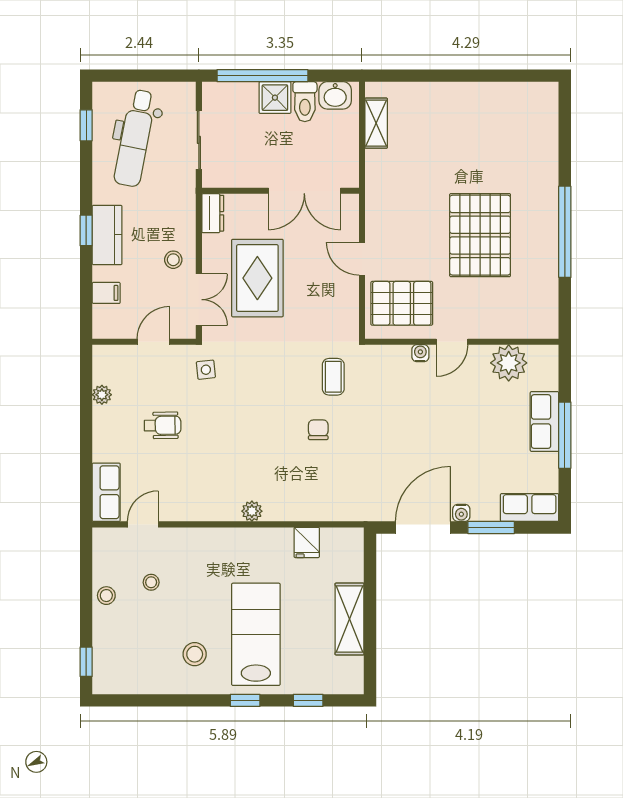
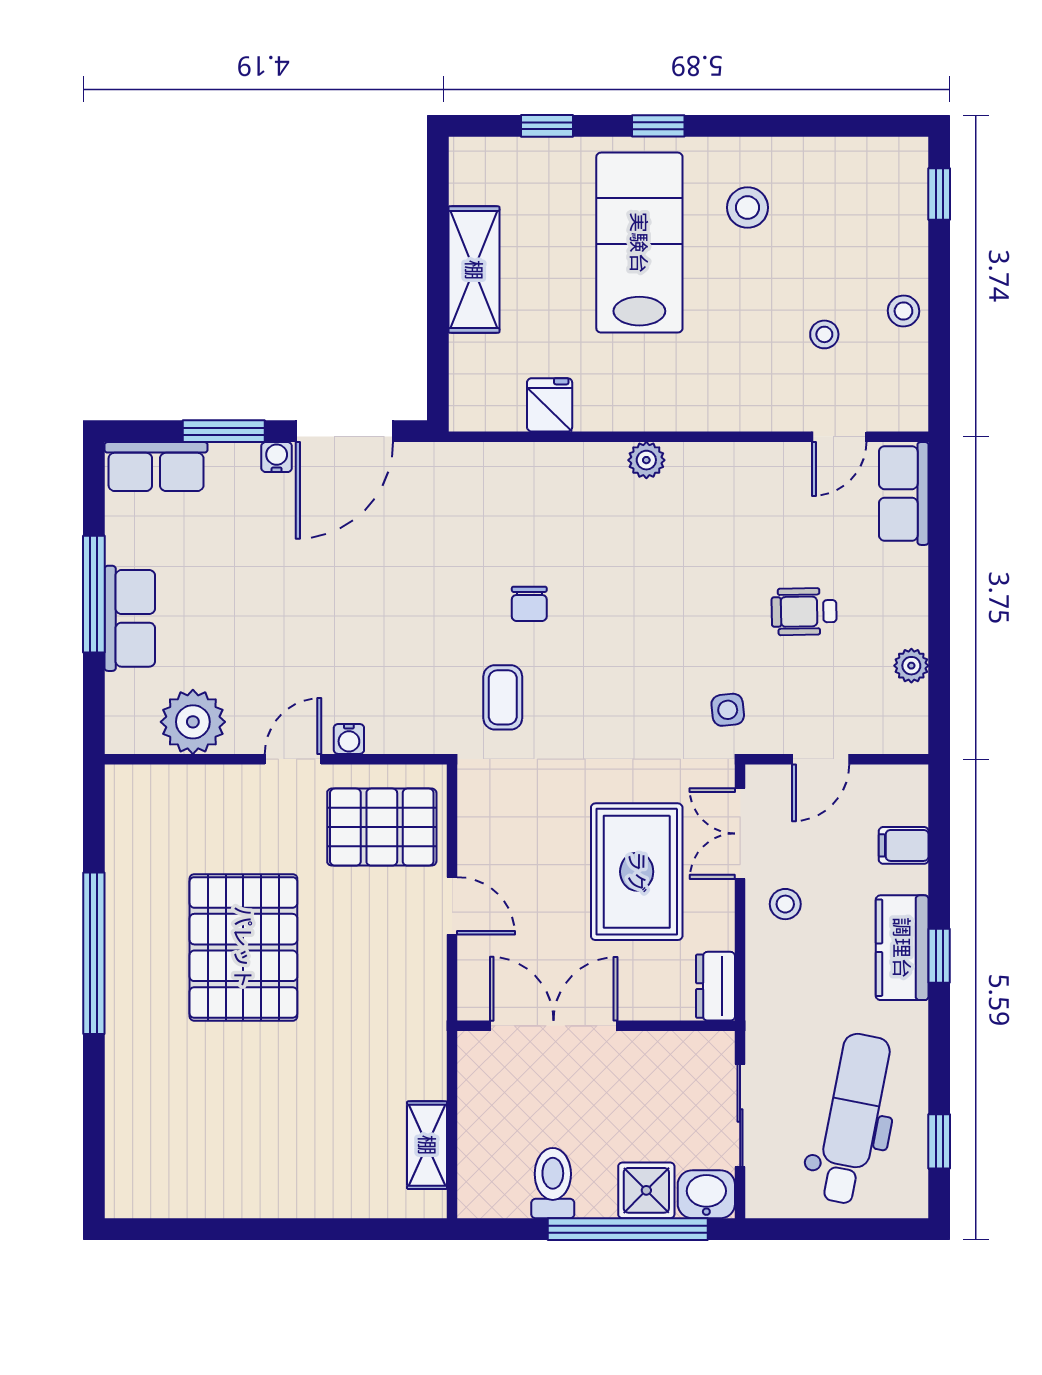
washbasin: (335, 95) -> (706, 1194), moved
shower: (275, 98) -> (646, 1190), moved
lab bench: (256, 634) -> (639, 243), turned 180

